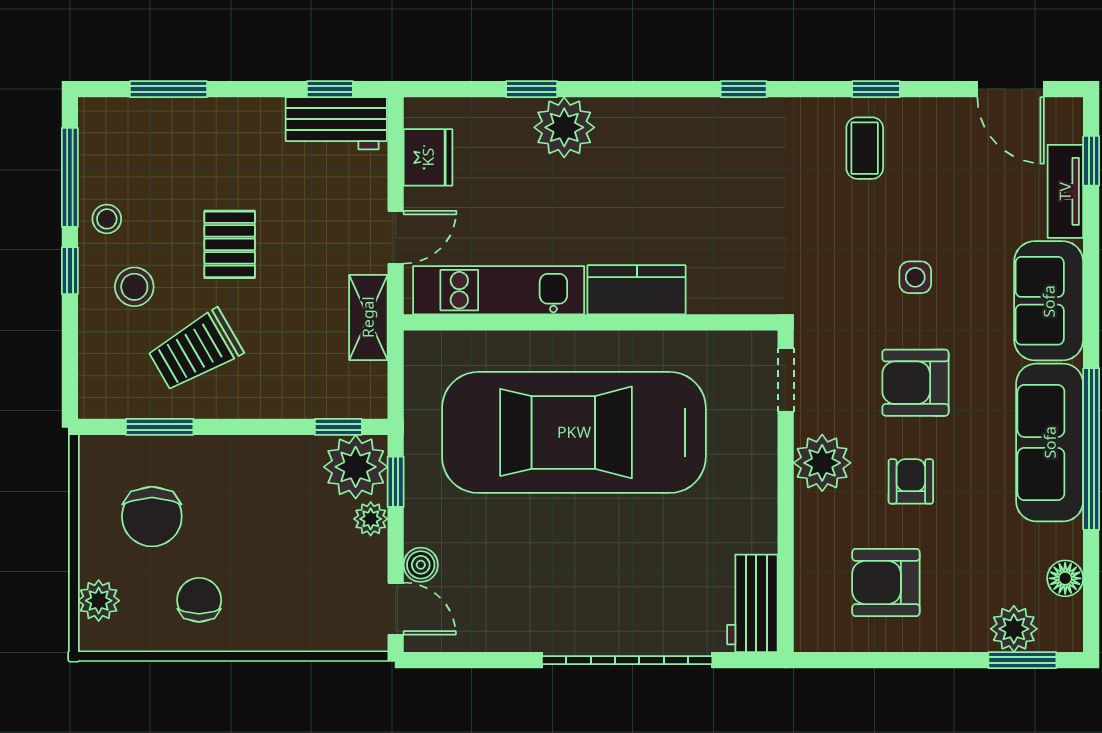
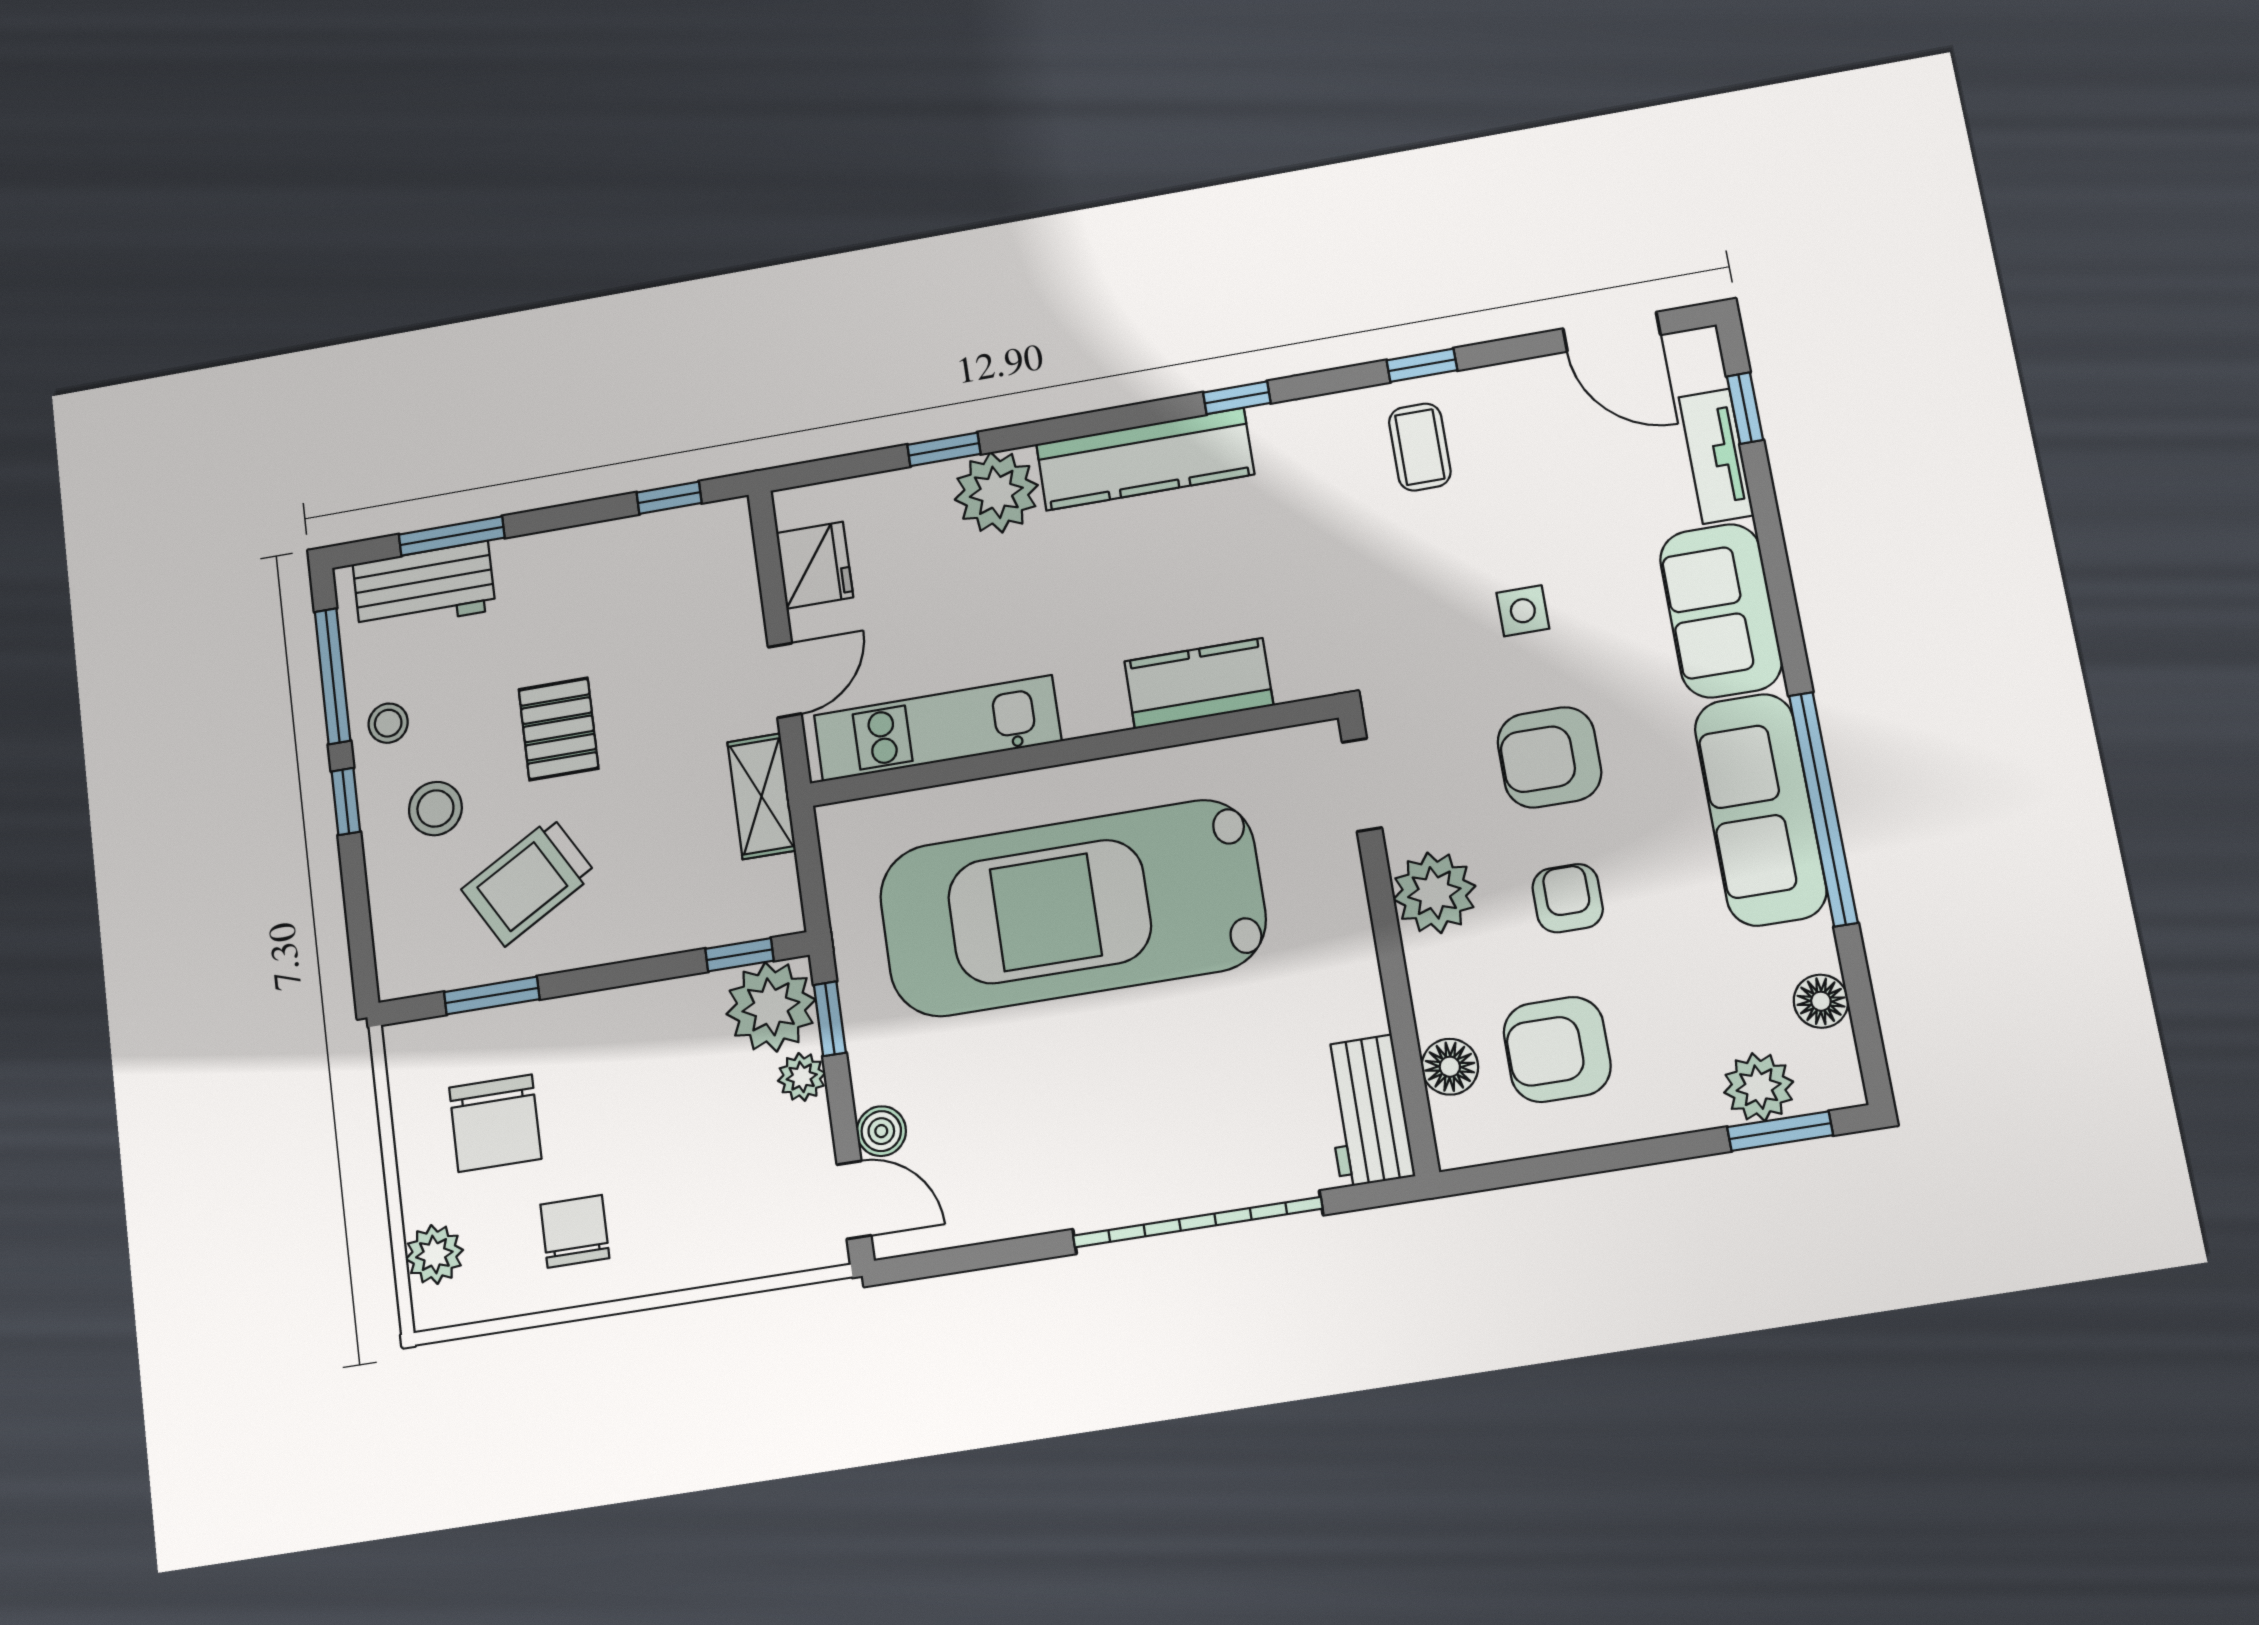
kitchen counter: (672, 122) -> (1145, 459), added
workbench: (336, 123) -> (424, 587), moved
kitchen counter: (637, 290) -> (1199, 683), moved
floor lamp: (813, 583) -> (1450, 1067), added

